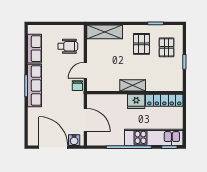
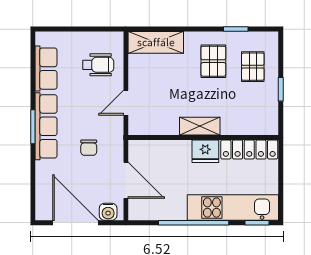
chair: (77, 86) -> (89, 148), moved

